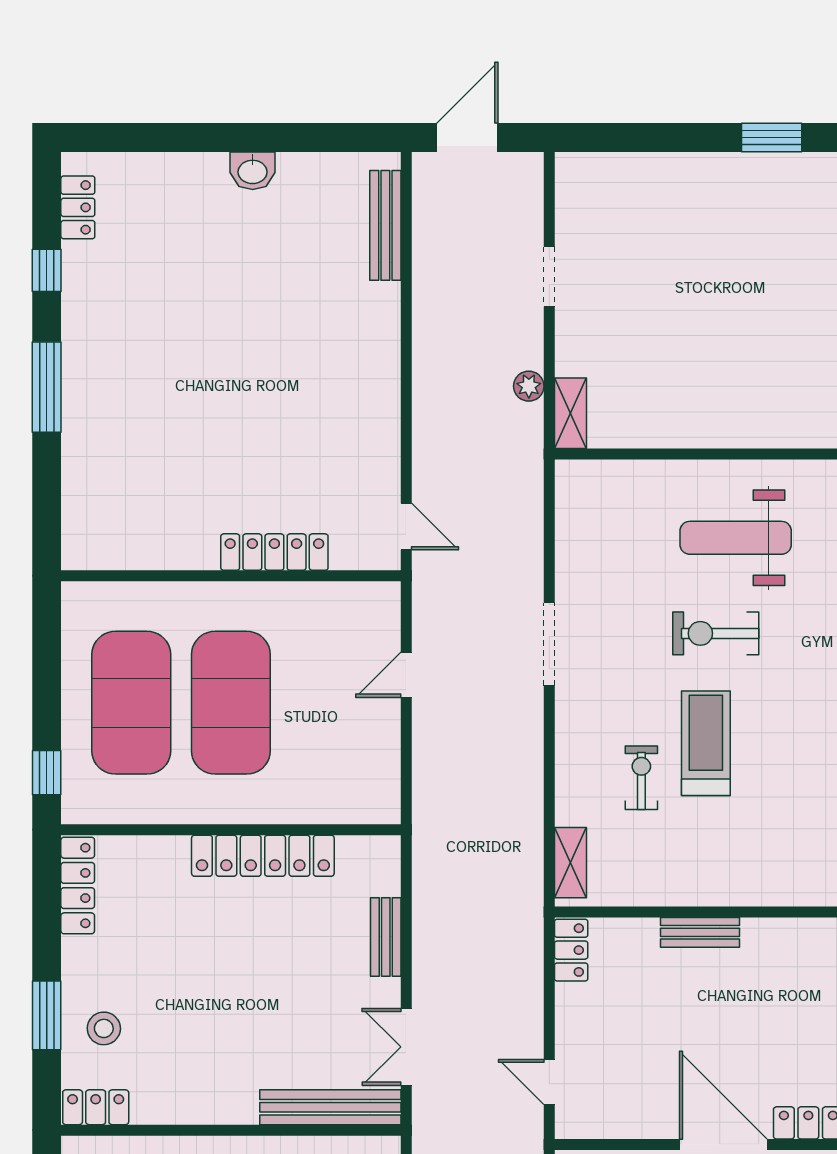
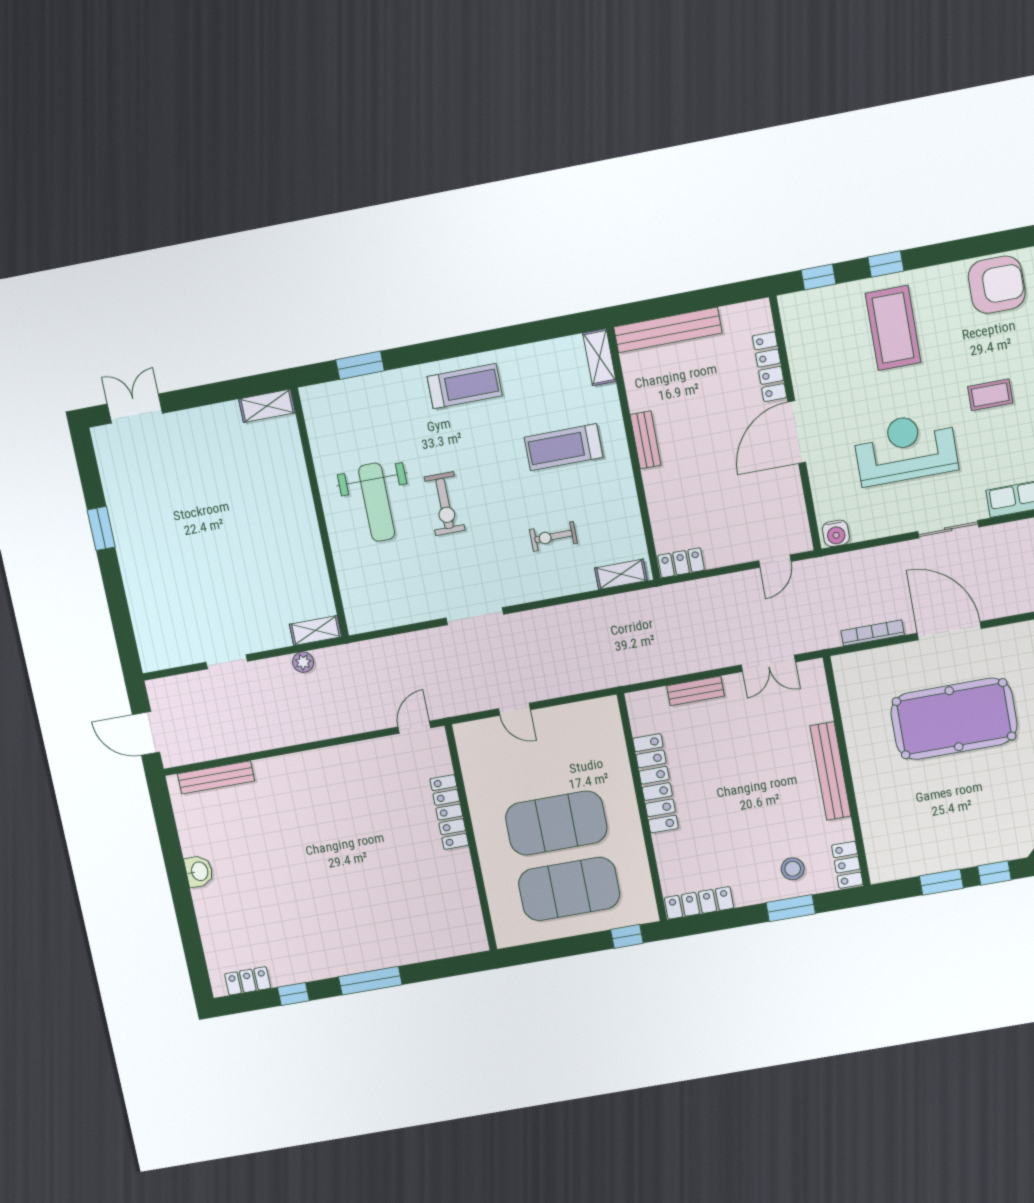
treadmill: (706, 743) -> (563, 447), moved
bench: (700, 932) -> (646, 440), moved
bench: (330, 1107) -> (830, 771), moved

